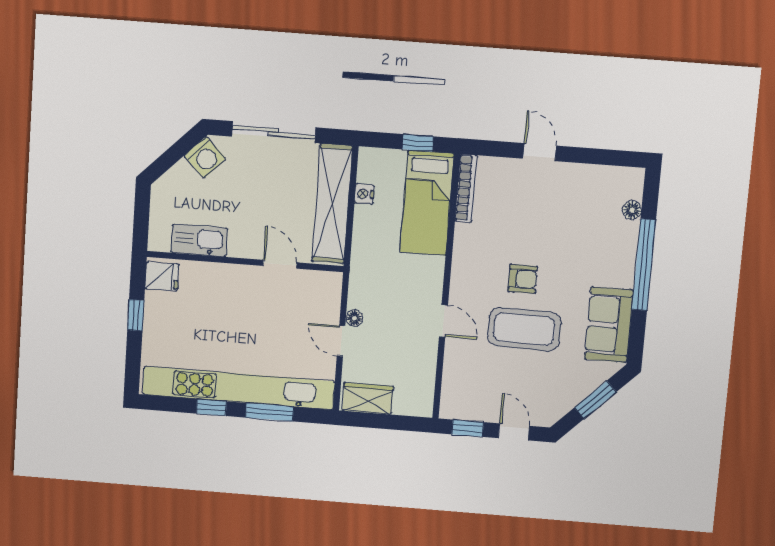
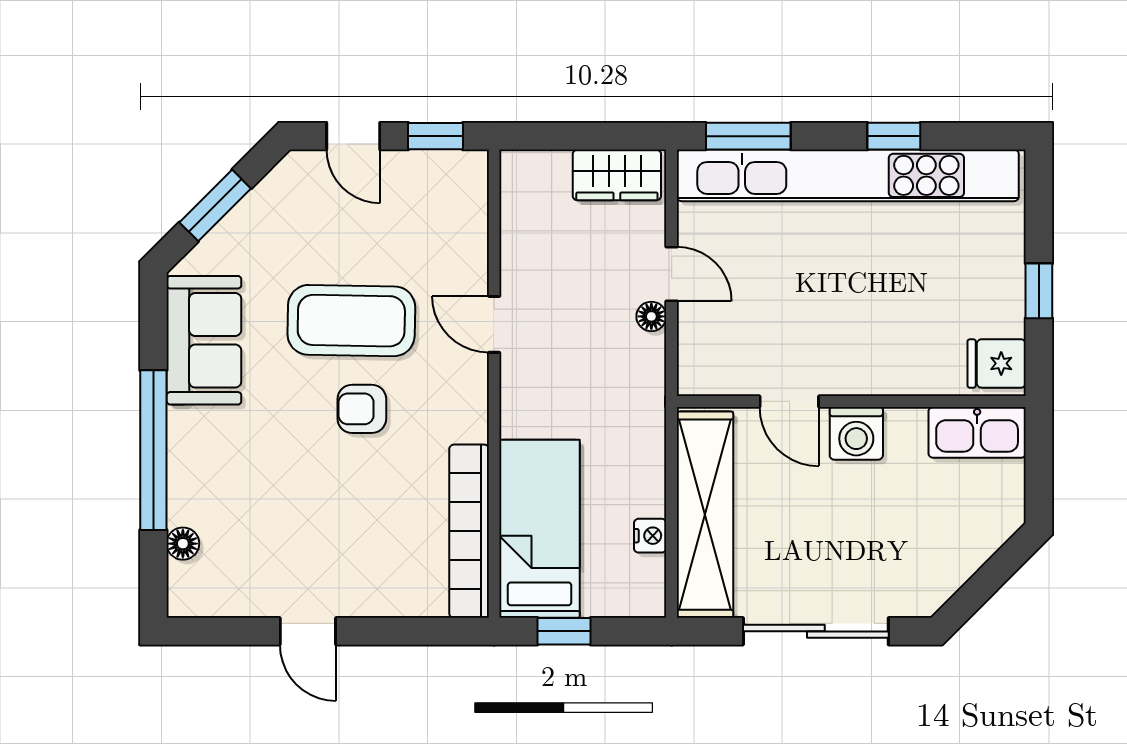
door: (540, 152) -> (308, 631), moved
washing machine: (205, 157) -> (856, 433), moved, turned -135
bookcase: (466, 188) -> (469, 531), width x1.48, depth x1.31
kitchen sink: (199, 240) -> (977, 432), moved
window: (269, 412) -> (748, 136), moved

